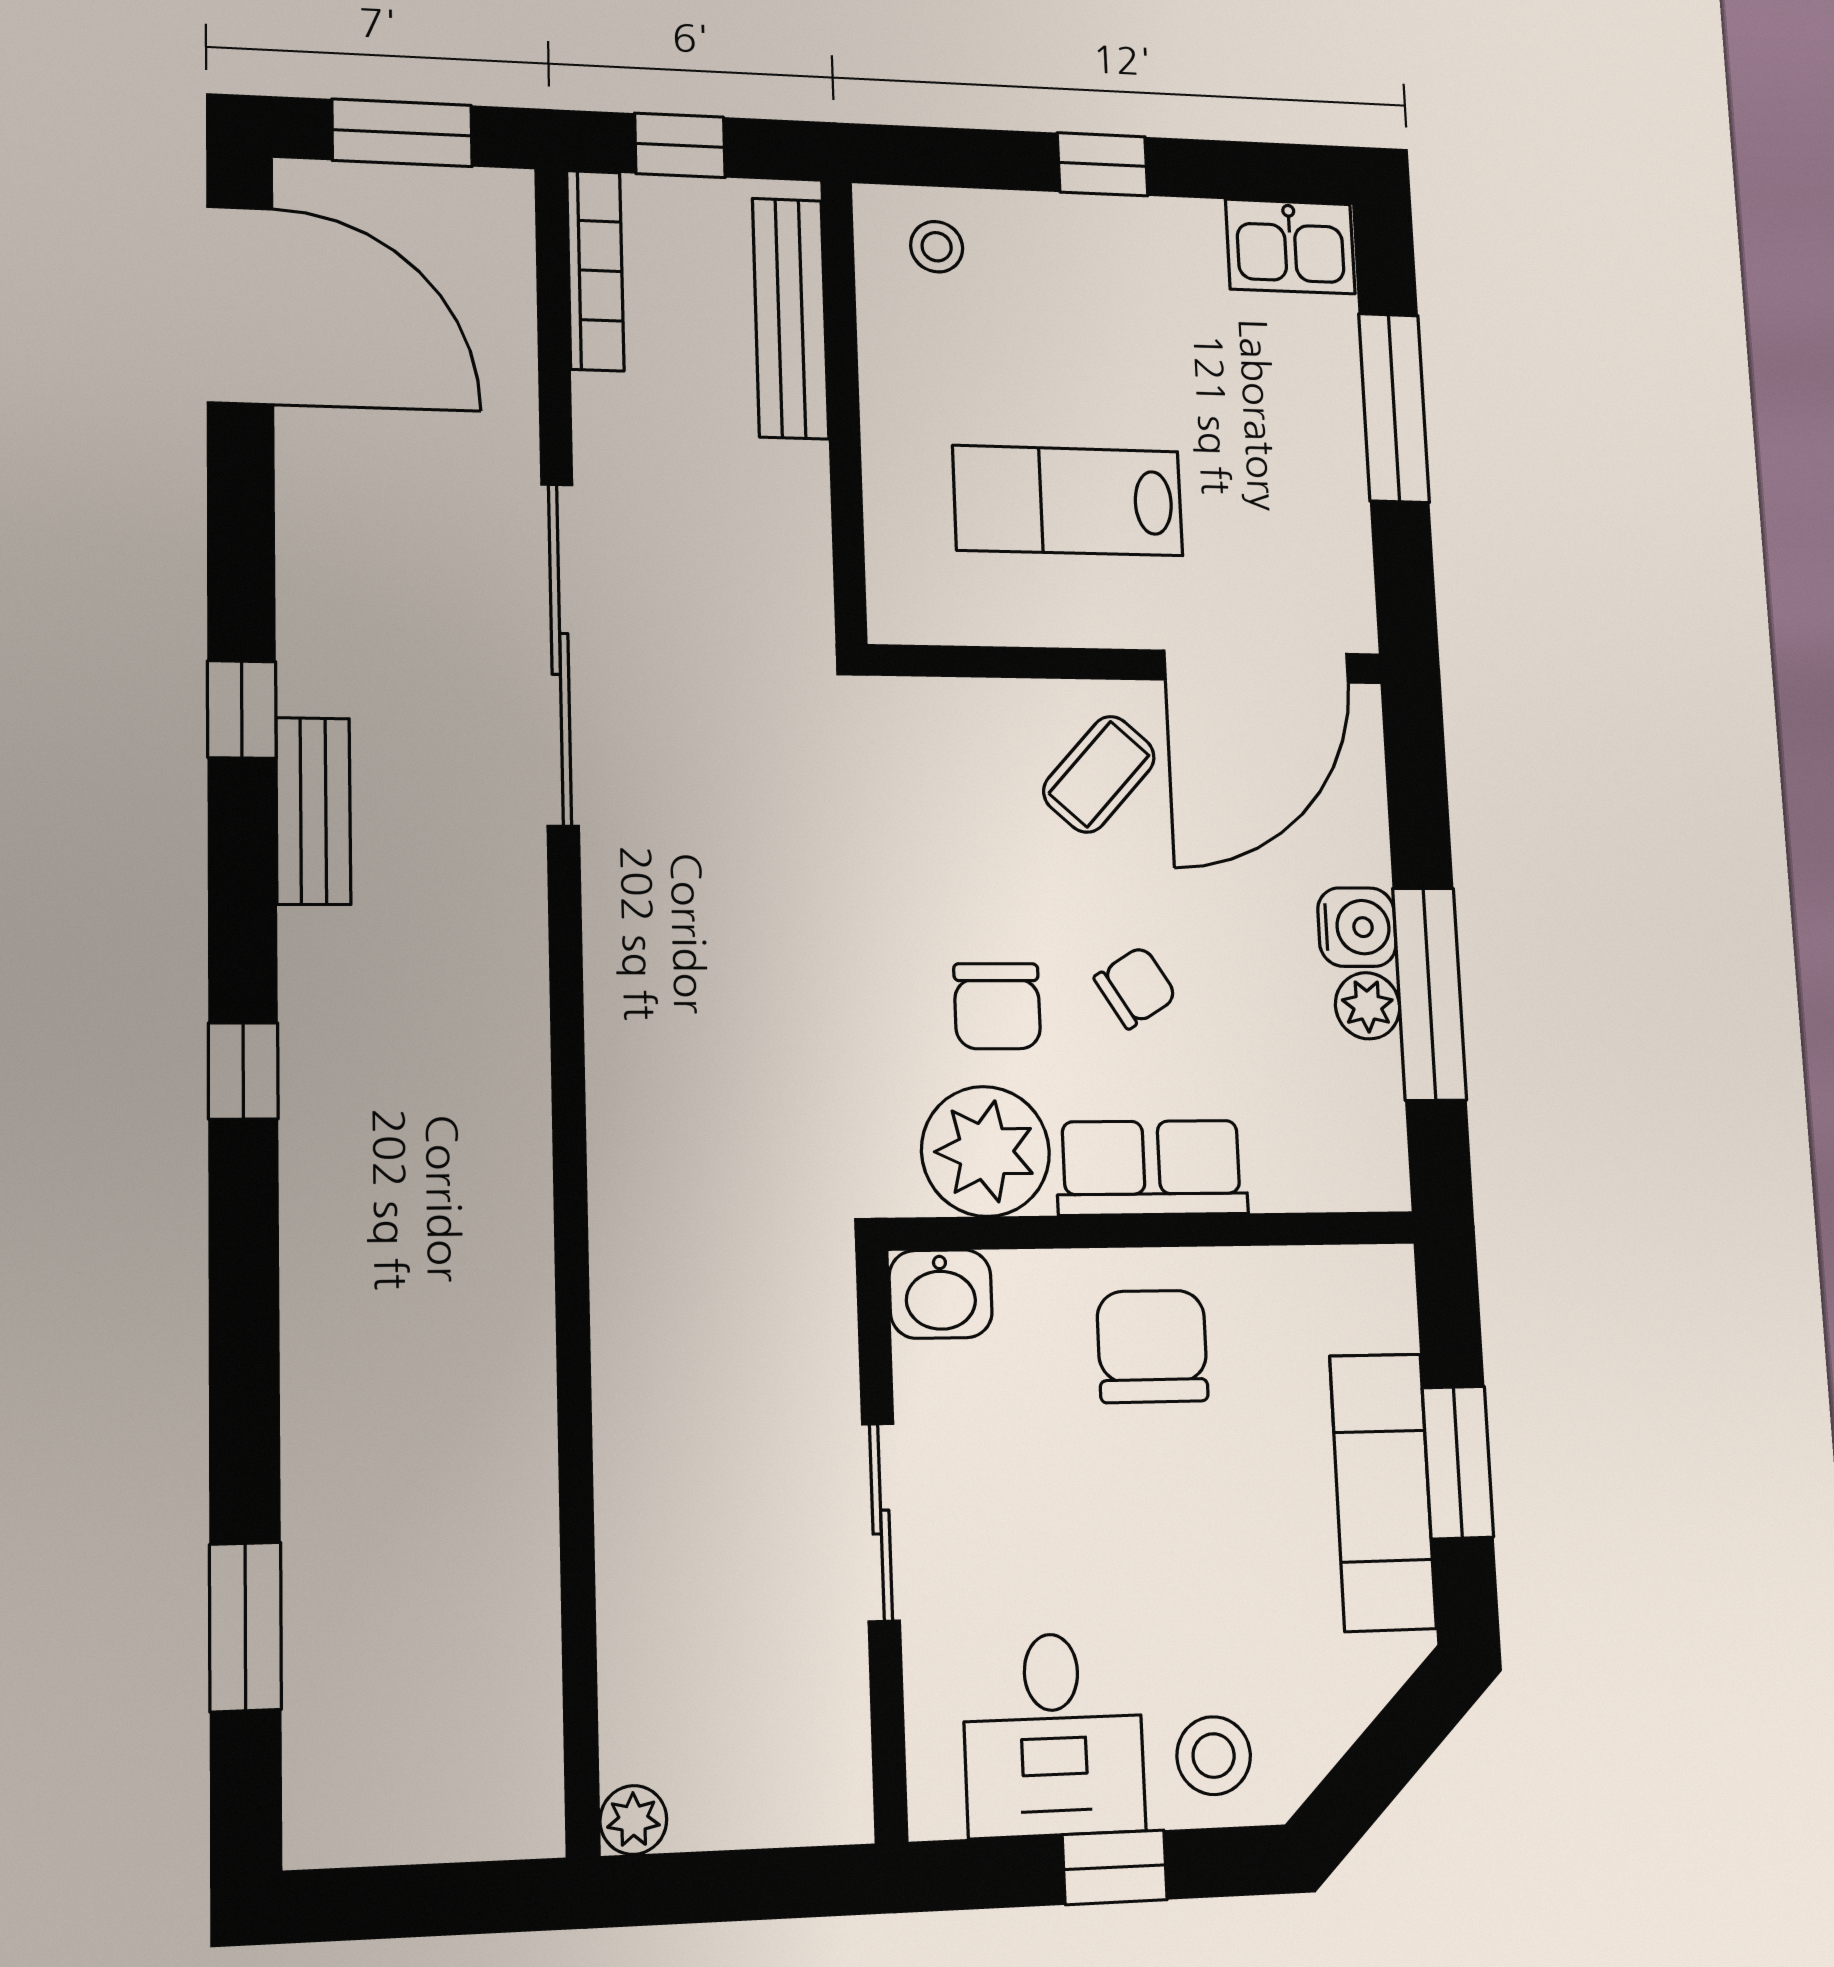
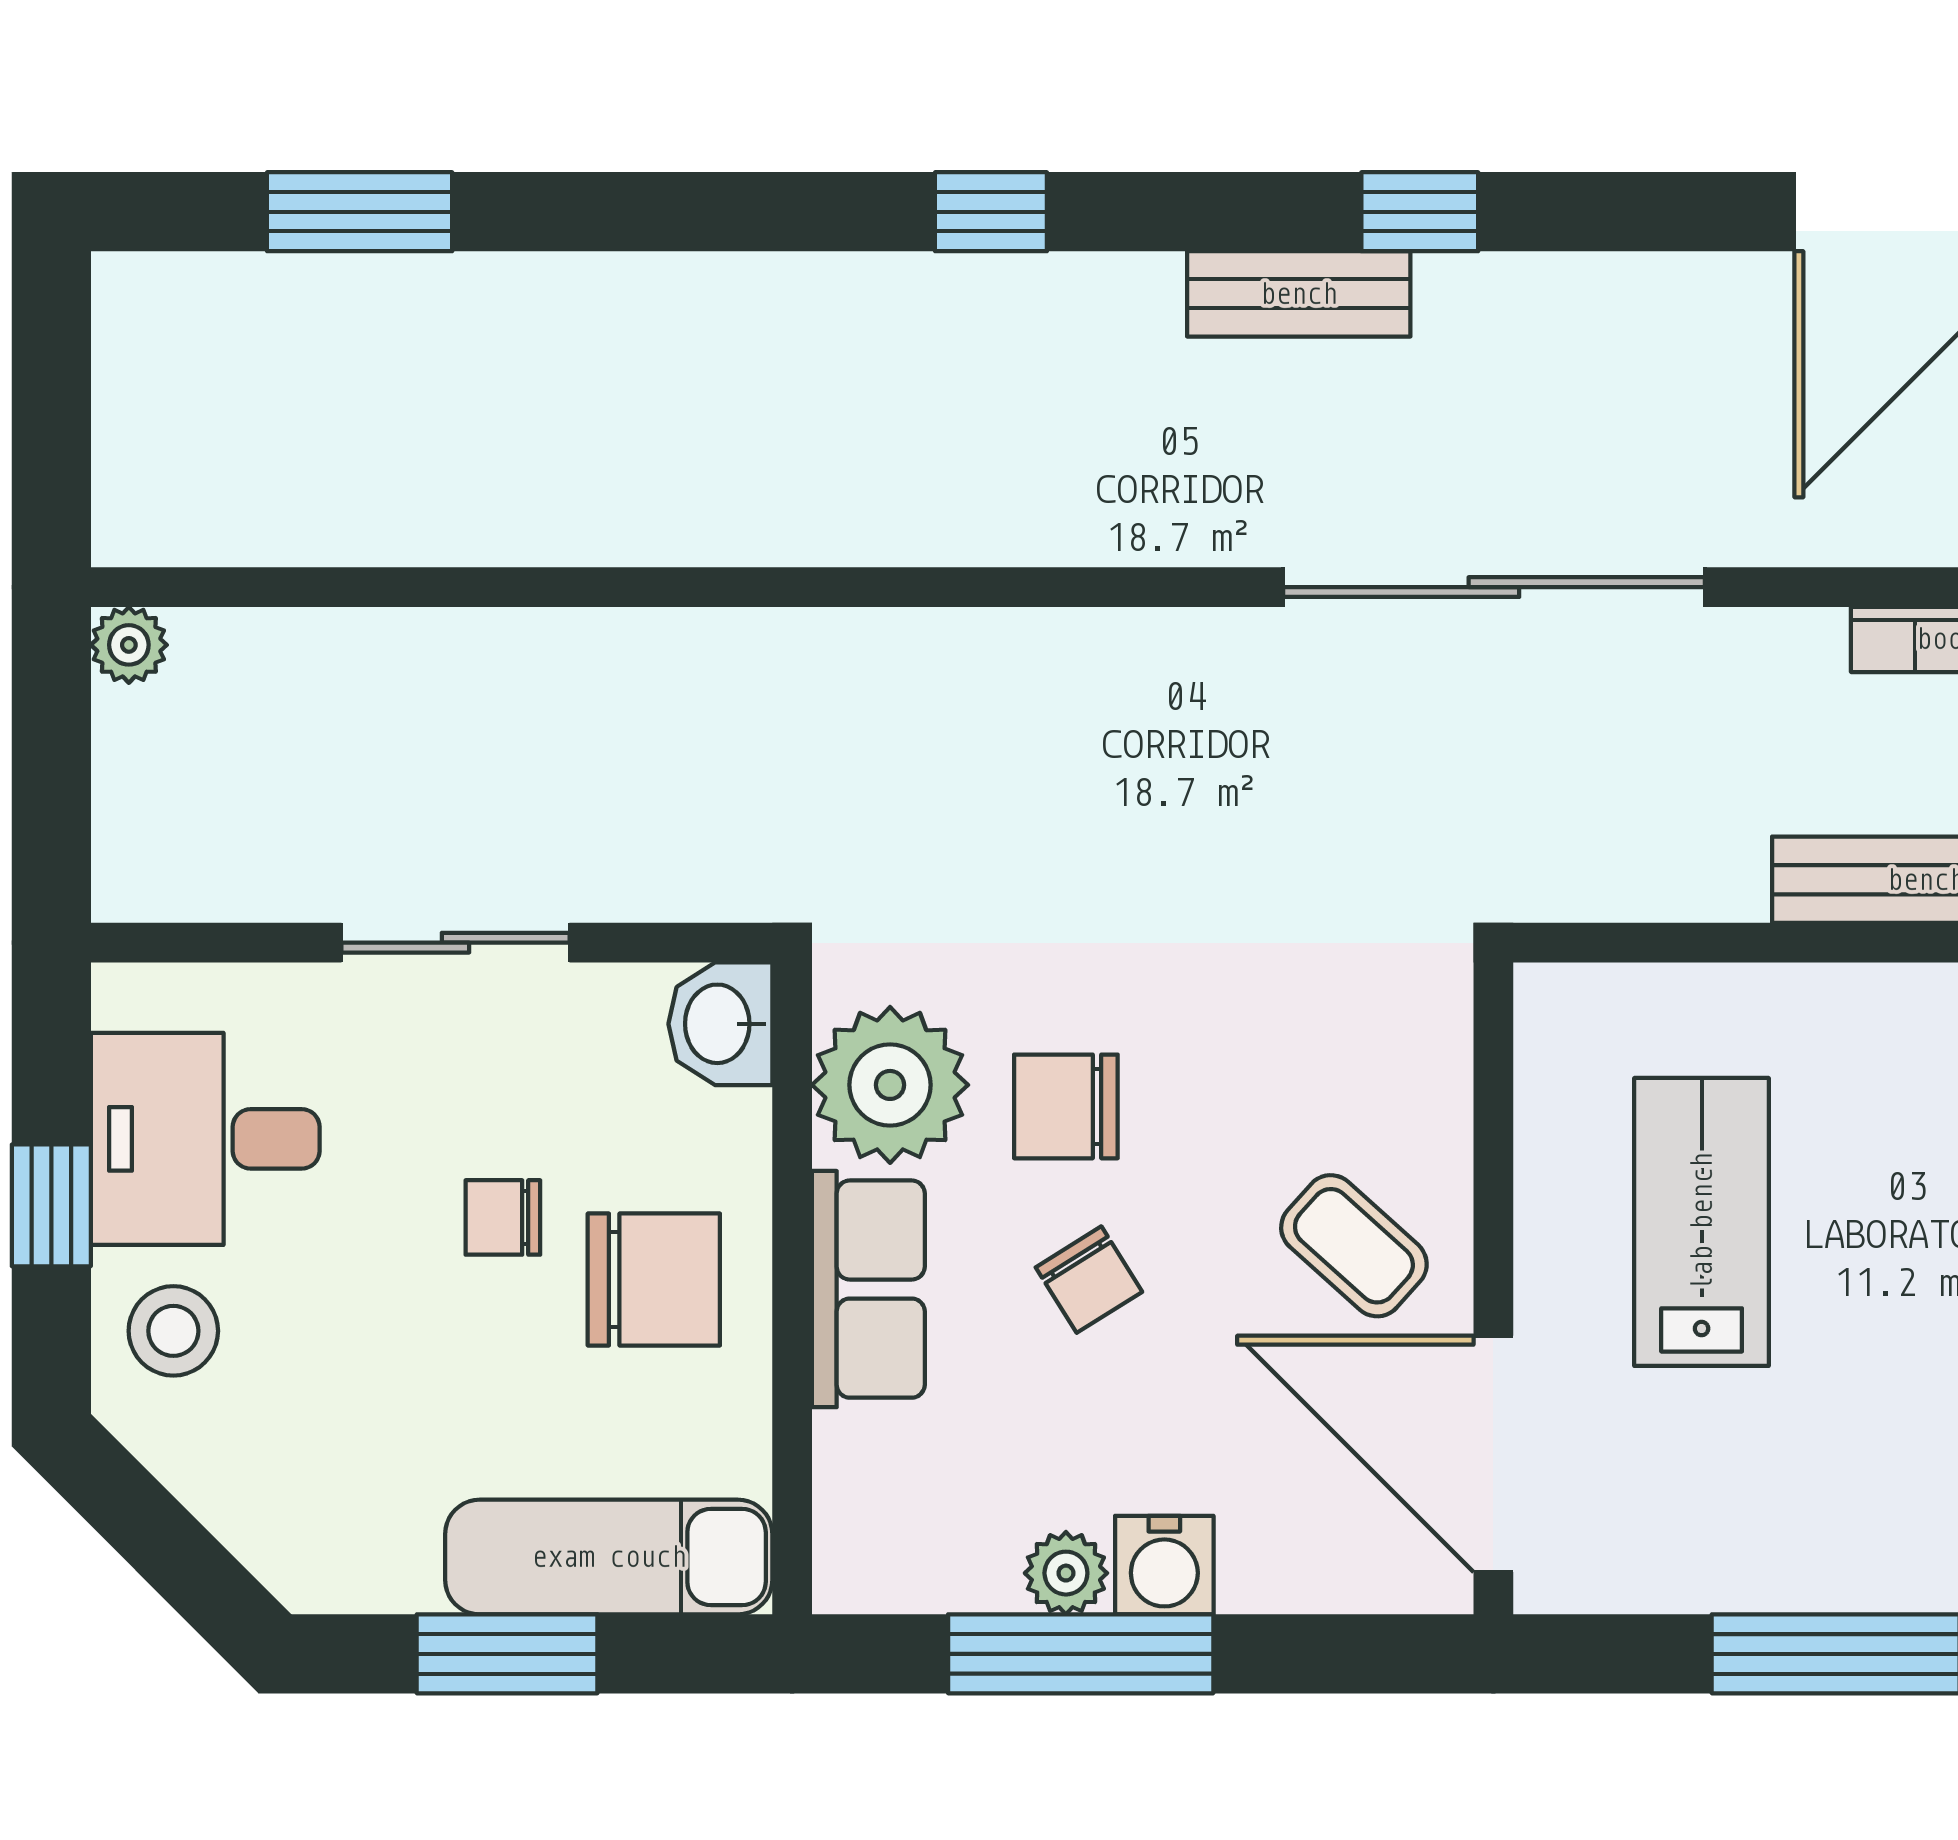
chair: (1107, 1475) -> (503, 1217), added
exam couch: (1383, 1492) -> (609, 1557), moved

